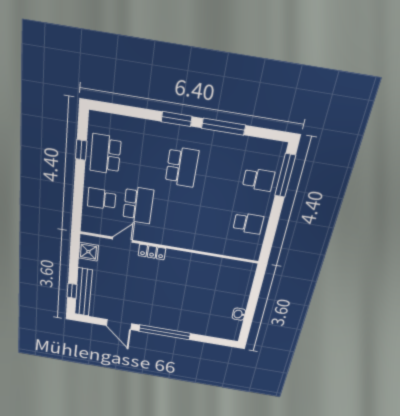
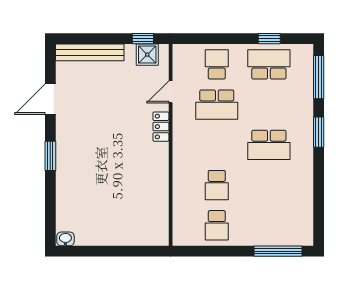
window: (224, 127) -> (319, 77), moved
school desk: (258, 180) -> (217, 185), moved
door: (122, 240) -> (171, 92), swing flipped
window: (72, 291) -> (143, 39), moved
washbasin: (239, 314) -> (65, 239), moved
window: (165, 332) -> (50, 156), width x0.47

